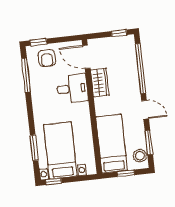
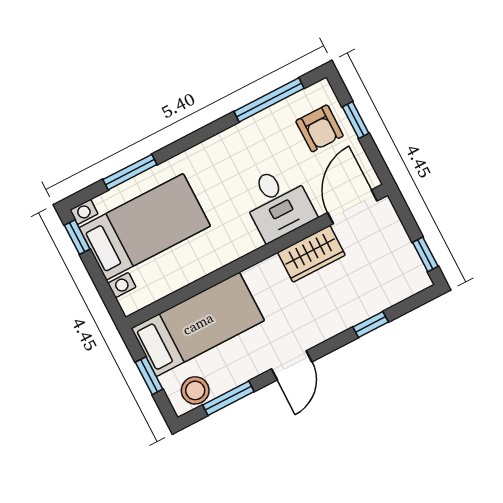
window: (38, 42) -> (356, 120), moved
armchair: (47, 58) -> (320, 128), turned -90
window: (140, 69) -> (371, 324), width x0.32

